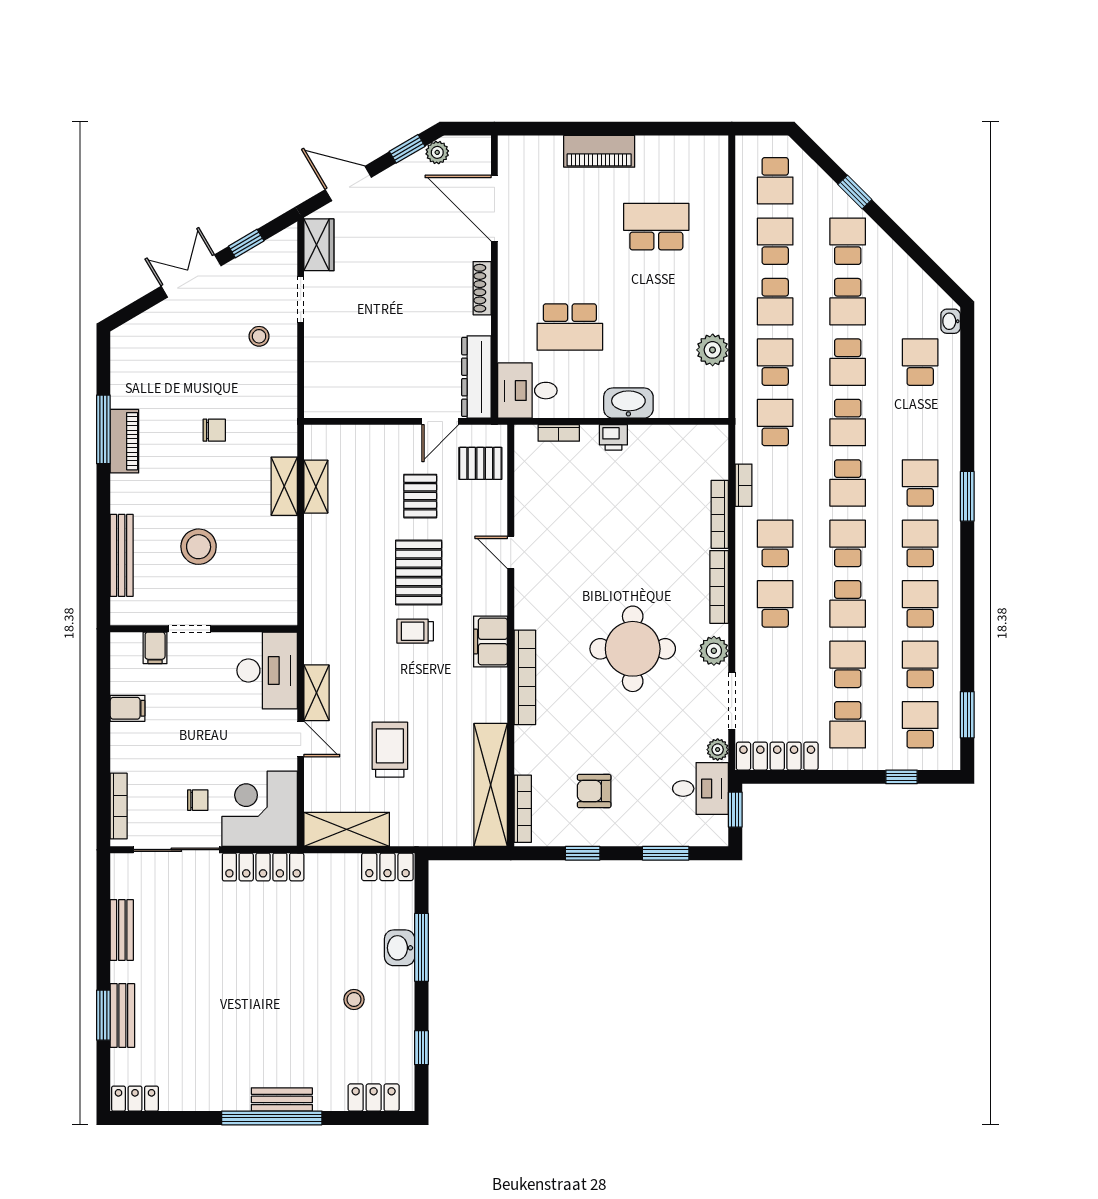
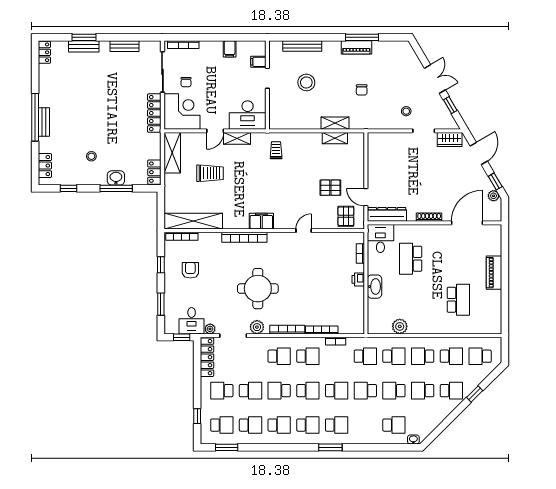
school desk: (848, 483) -> (337, 391), turned 180
pallet: (419, 572) -> (294, 187), removed
trolley: (415, 631) -> (276, 150), moved

